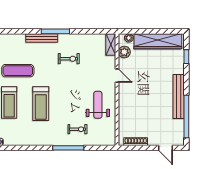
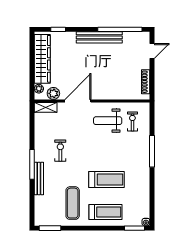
door: (117, 76) -> (78, 101), width x1.87
exercise bike: (77, 129) -> (132, 122), moved

